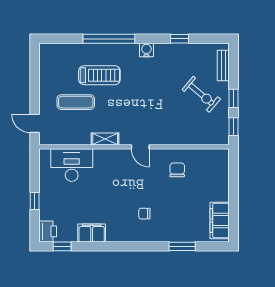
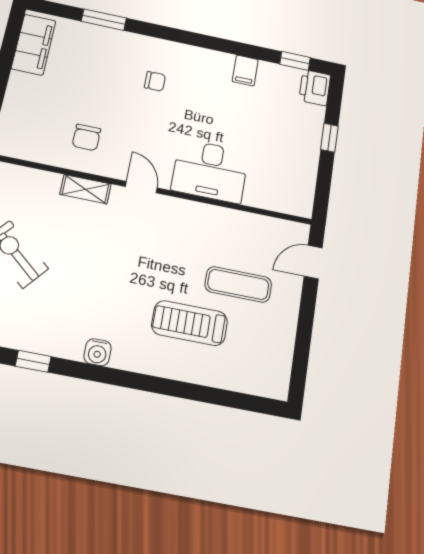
window: (109, 39) -> (161, 386), removed
door: (35, 123) -> (313, 262), swing flipped
shelving: (105, 139) -> (85, 189), moved
desk: (72, 165) -> (210, 171), moved
filing cabinet: (92, 233) -> (245, 71), width x0.50

